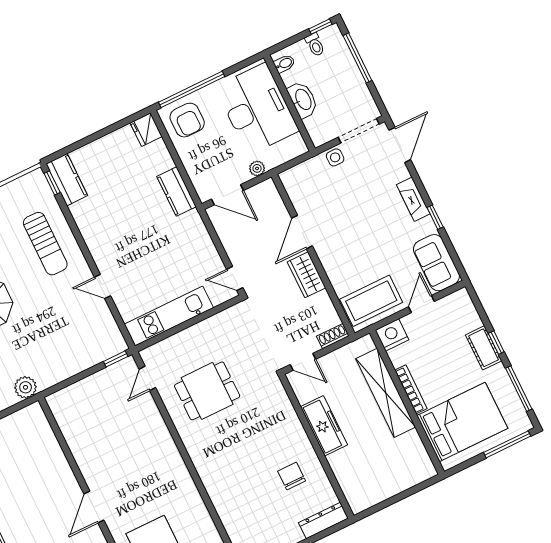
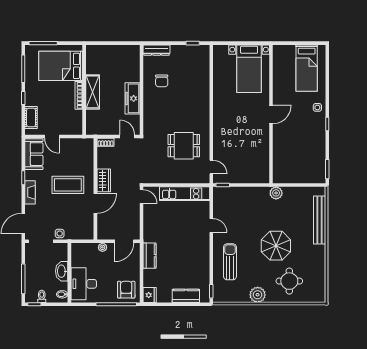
desk: (257, 109) -> (84, 284), width x0.73, depth x0.77
kitchen counter: (67, 180) -> (186, 296), moved, turned 90
door: (227, 195) -> (124, 241), swing flipped
coffee table: (371, 301) -> (68, 185), moved
door: (421, 304) -> (52, 137), hinge flipped
nightstand: (392, 335) -> (75, 128), removed
cot: (484, 348) -> (31, 118), moved
door: (147, 378) -> (211, 167), hinge flipped
shelving: (386, 393) -> (93, 92), width x0.68

